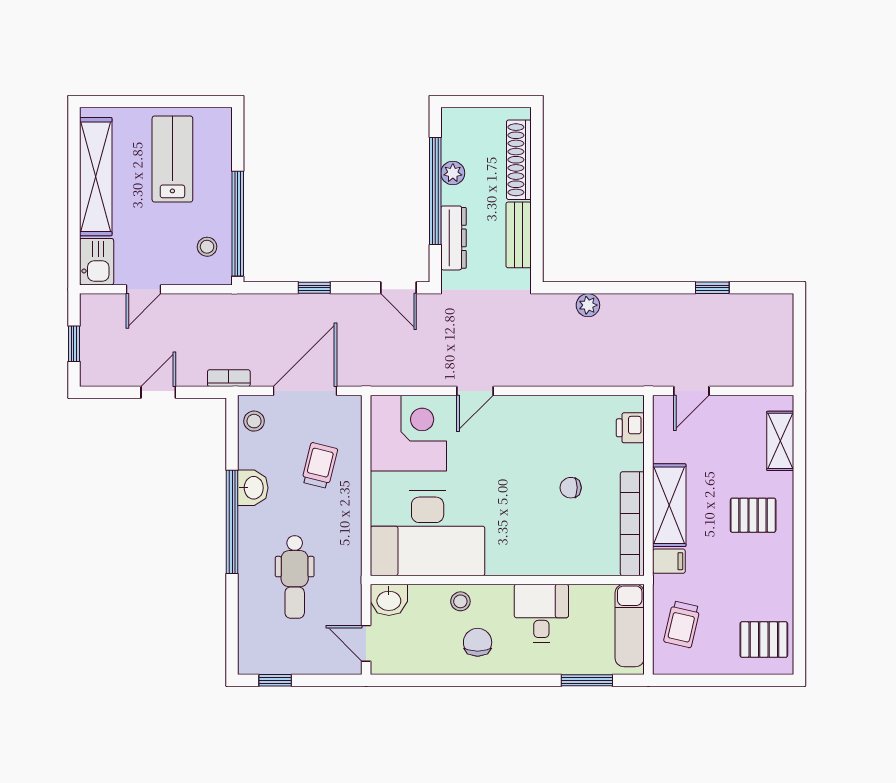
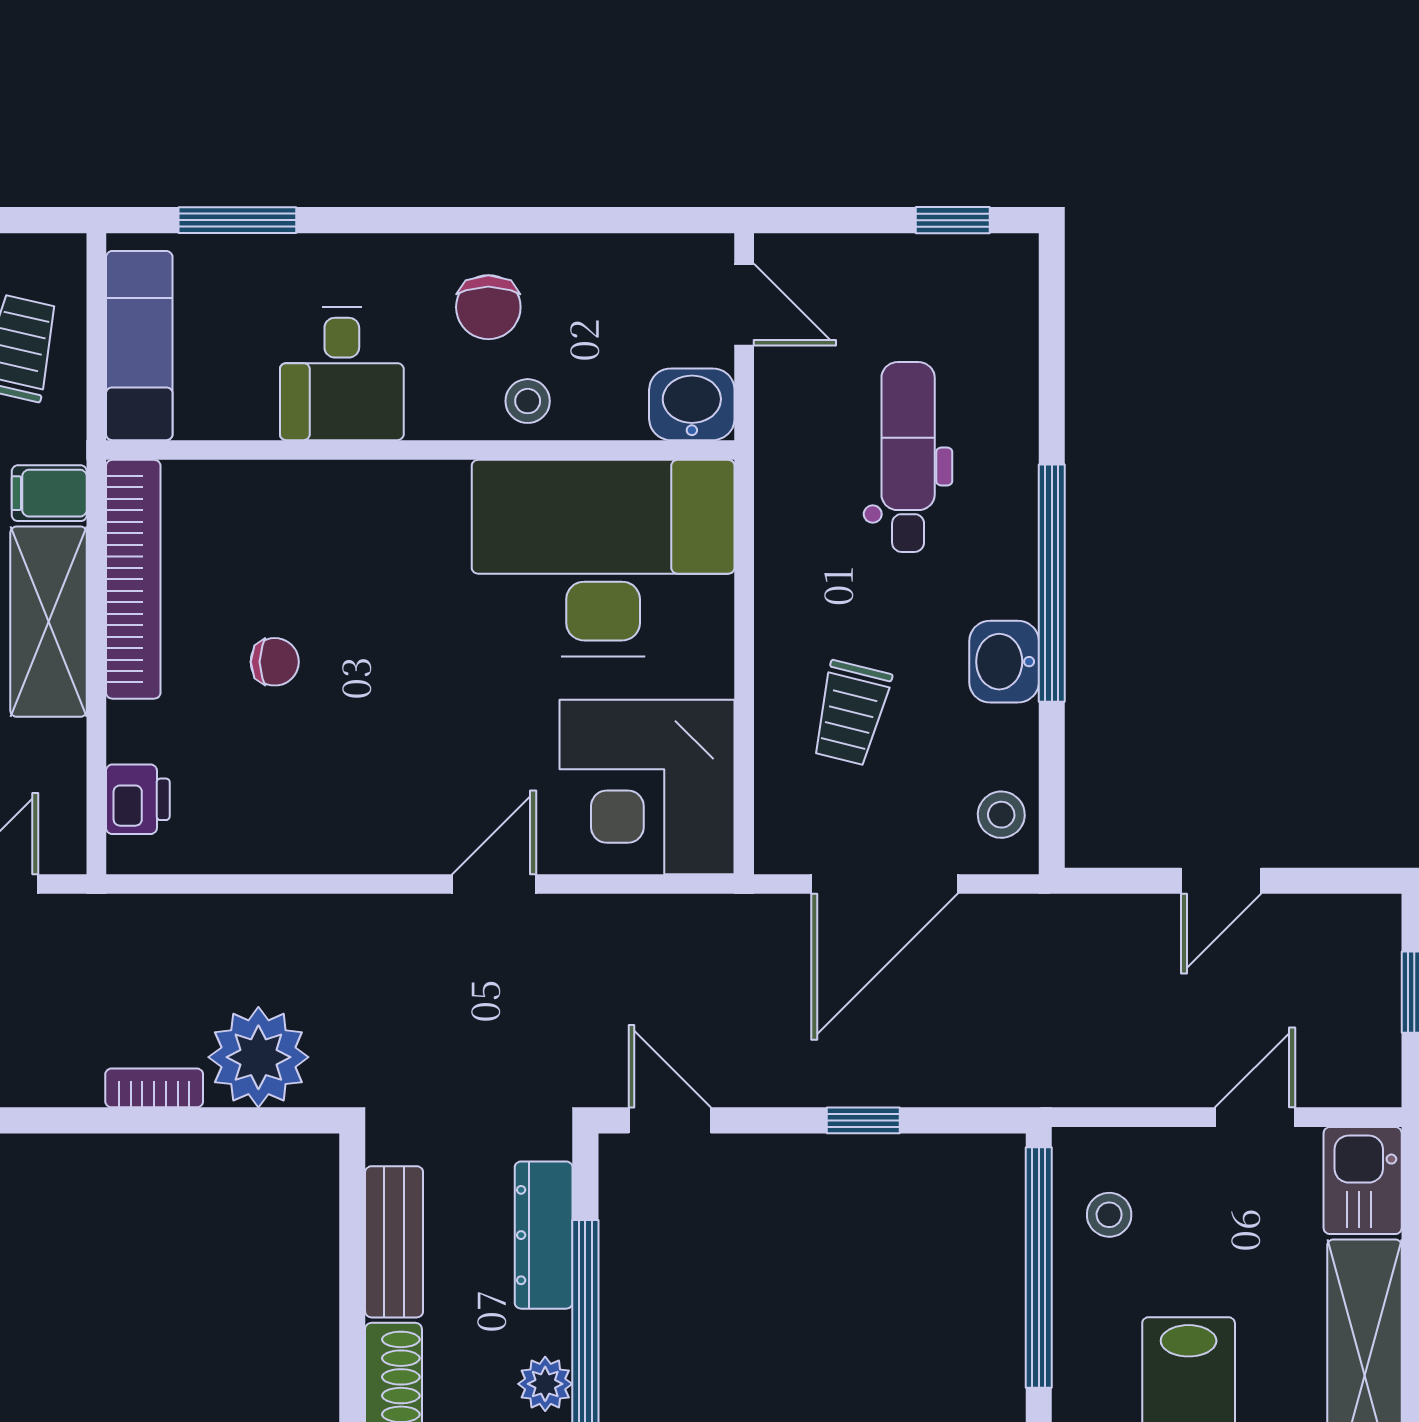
plant: (588, 305) -> (258, 1057), width x1.88, depth x1.88
bookcase: (229, 378) -> (154, 1088), moved, turned 180

